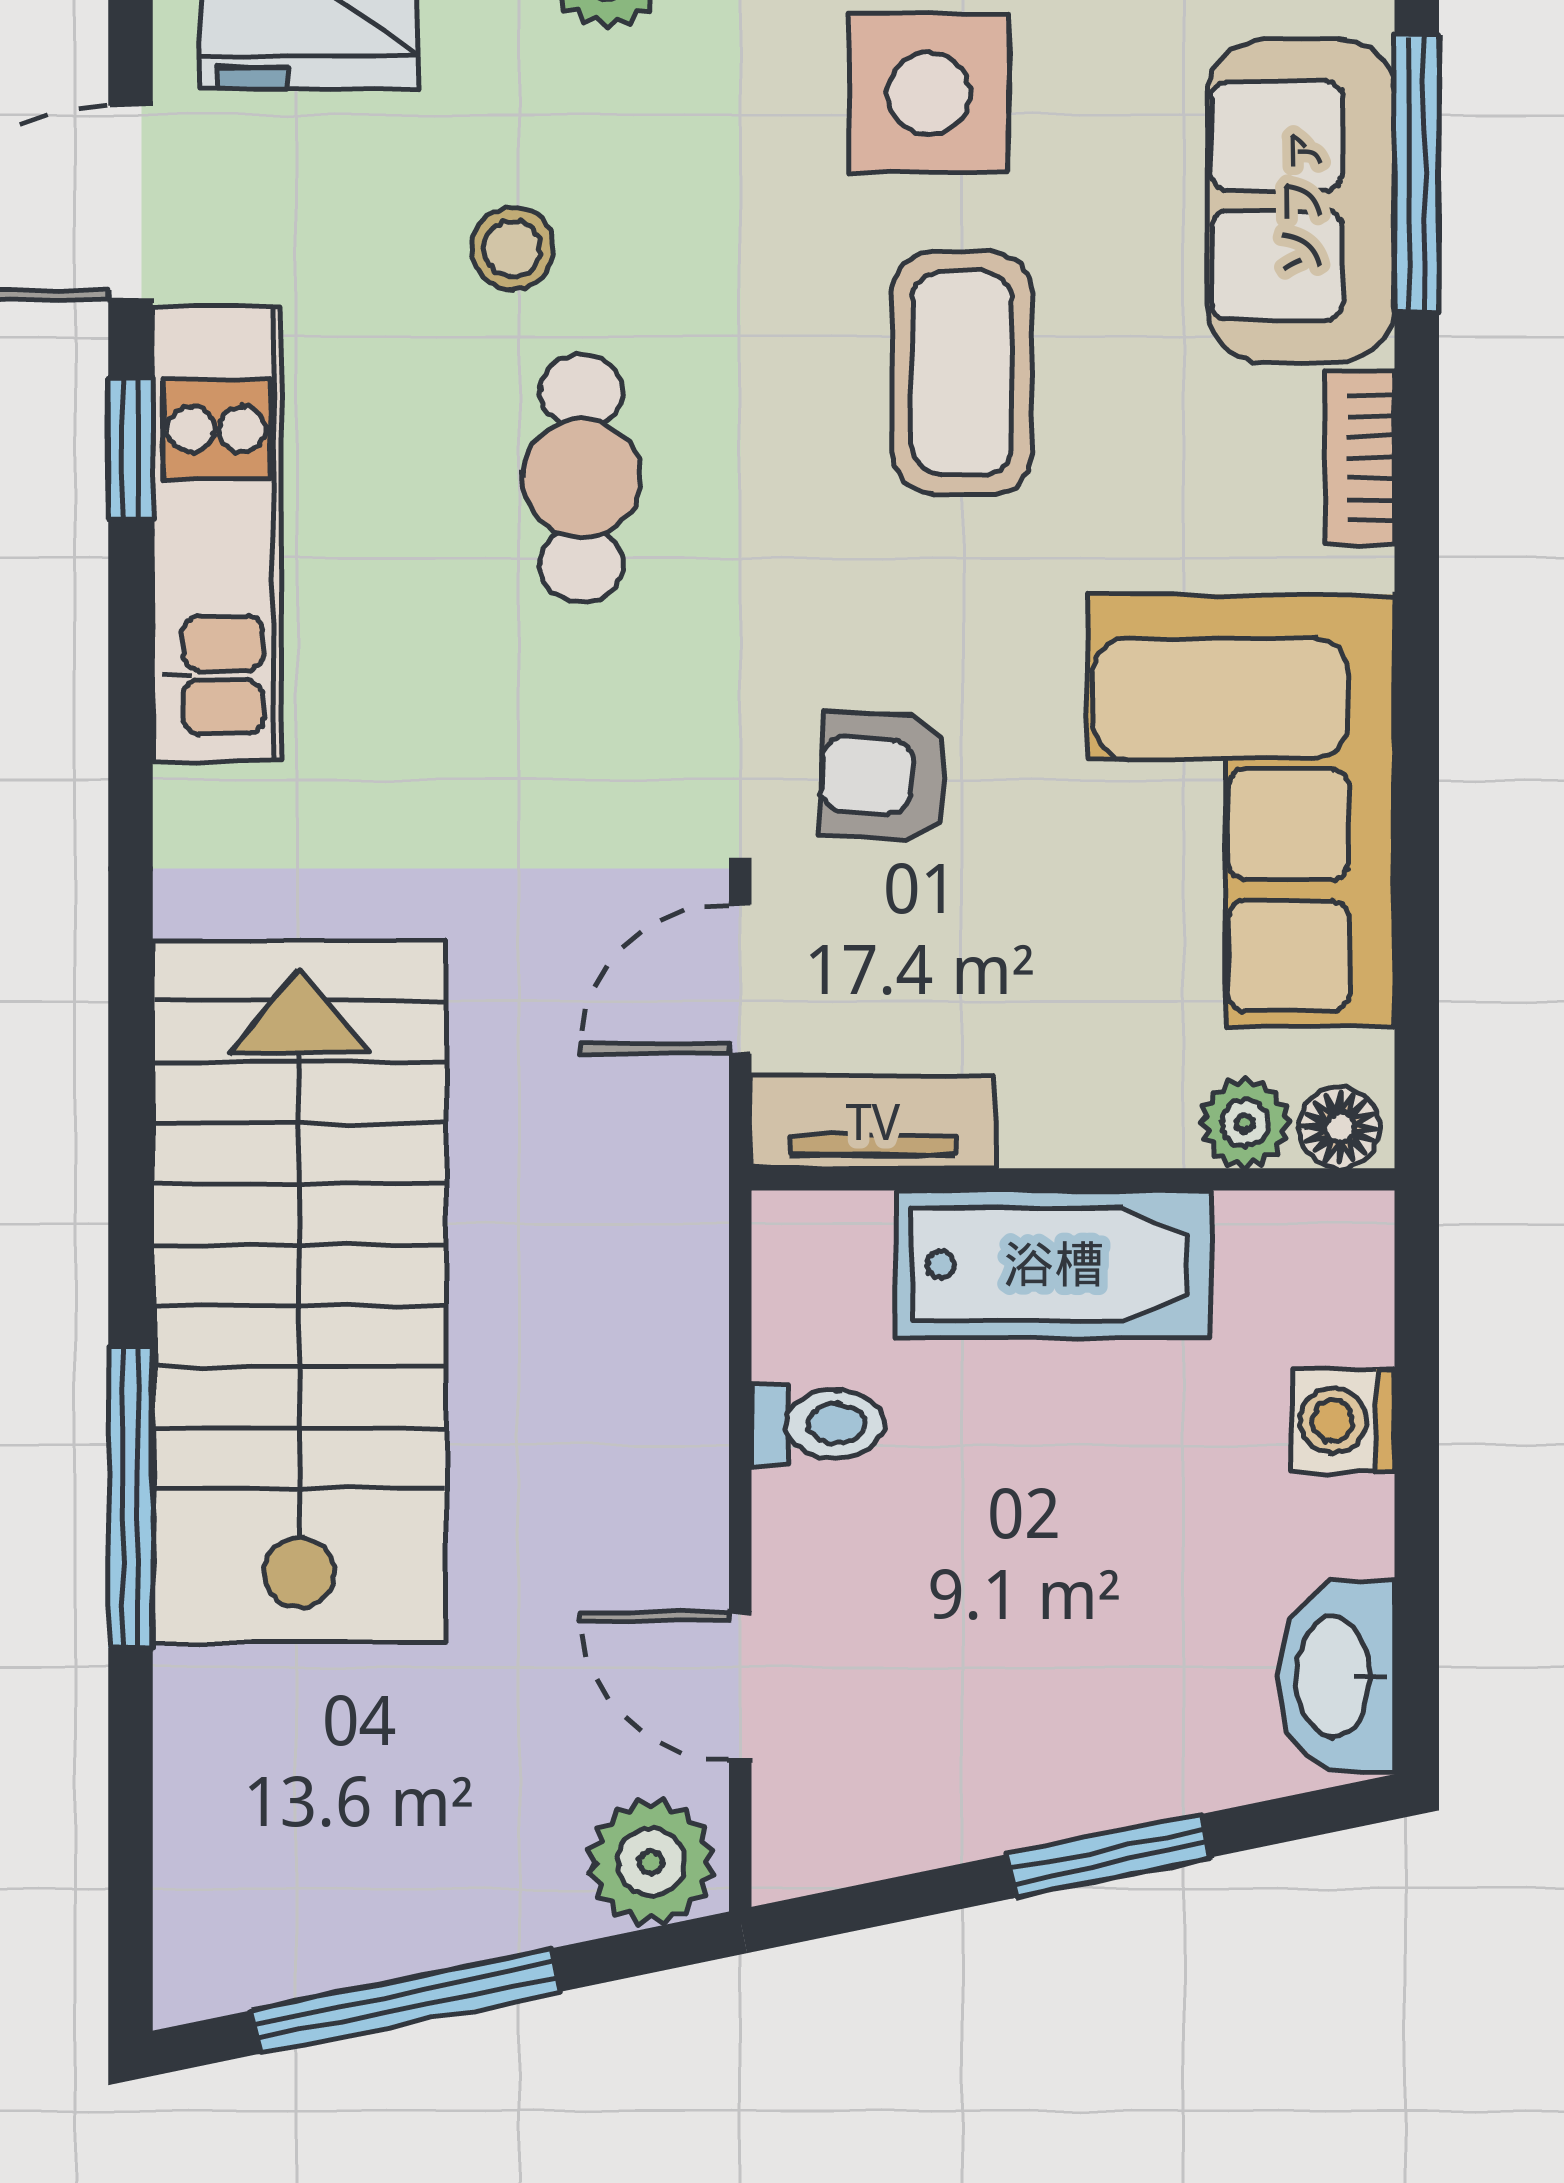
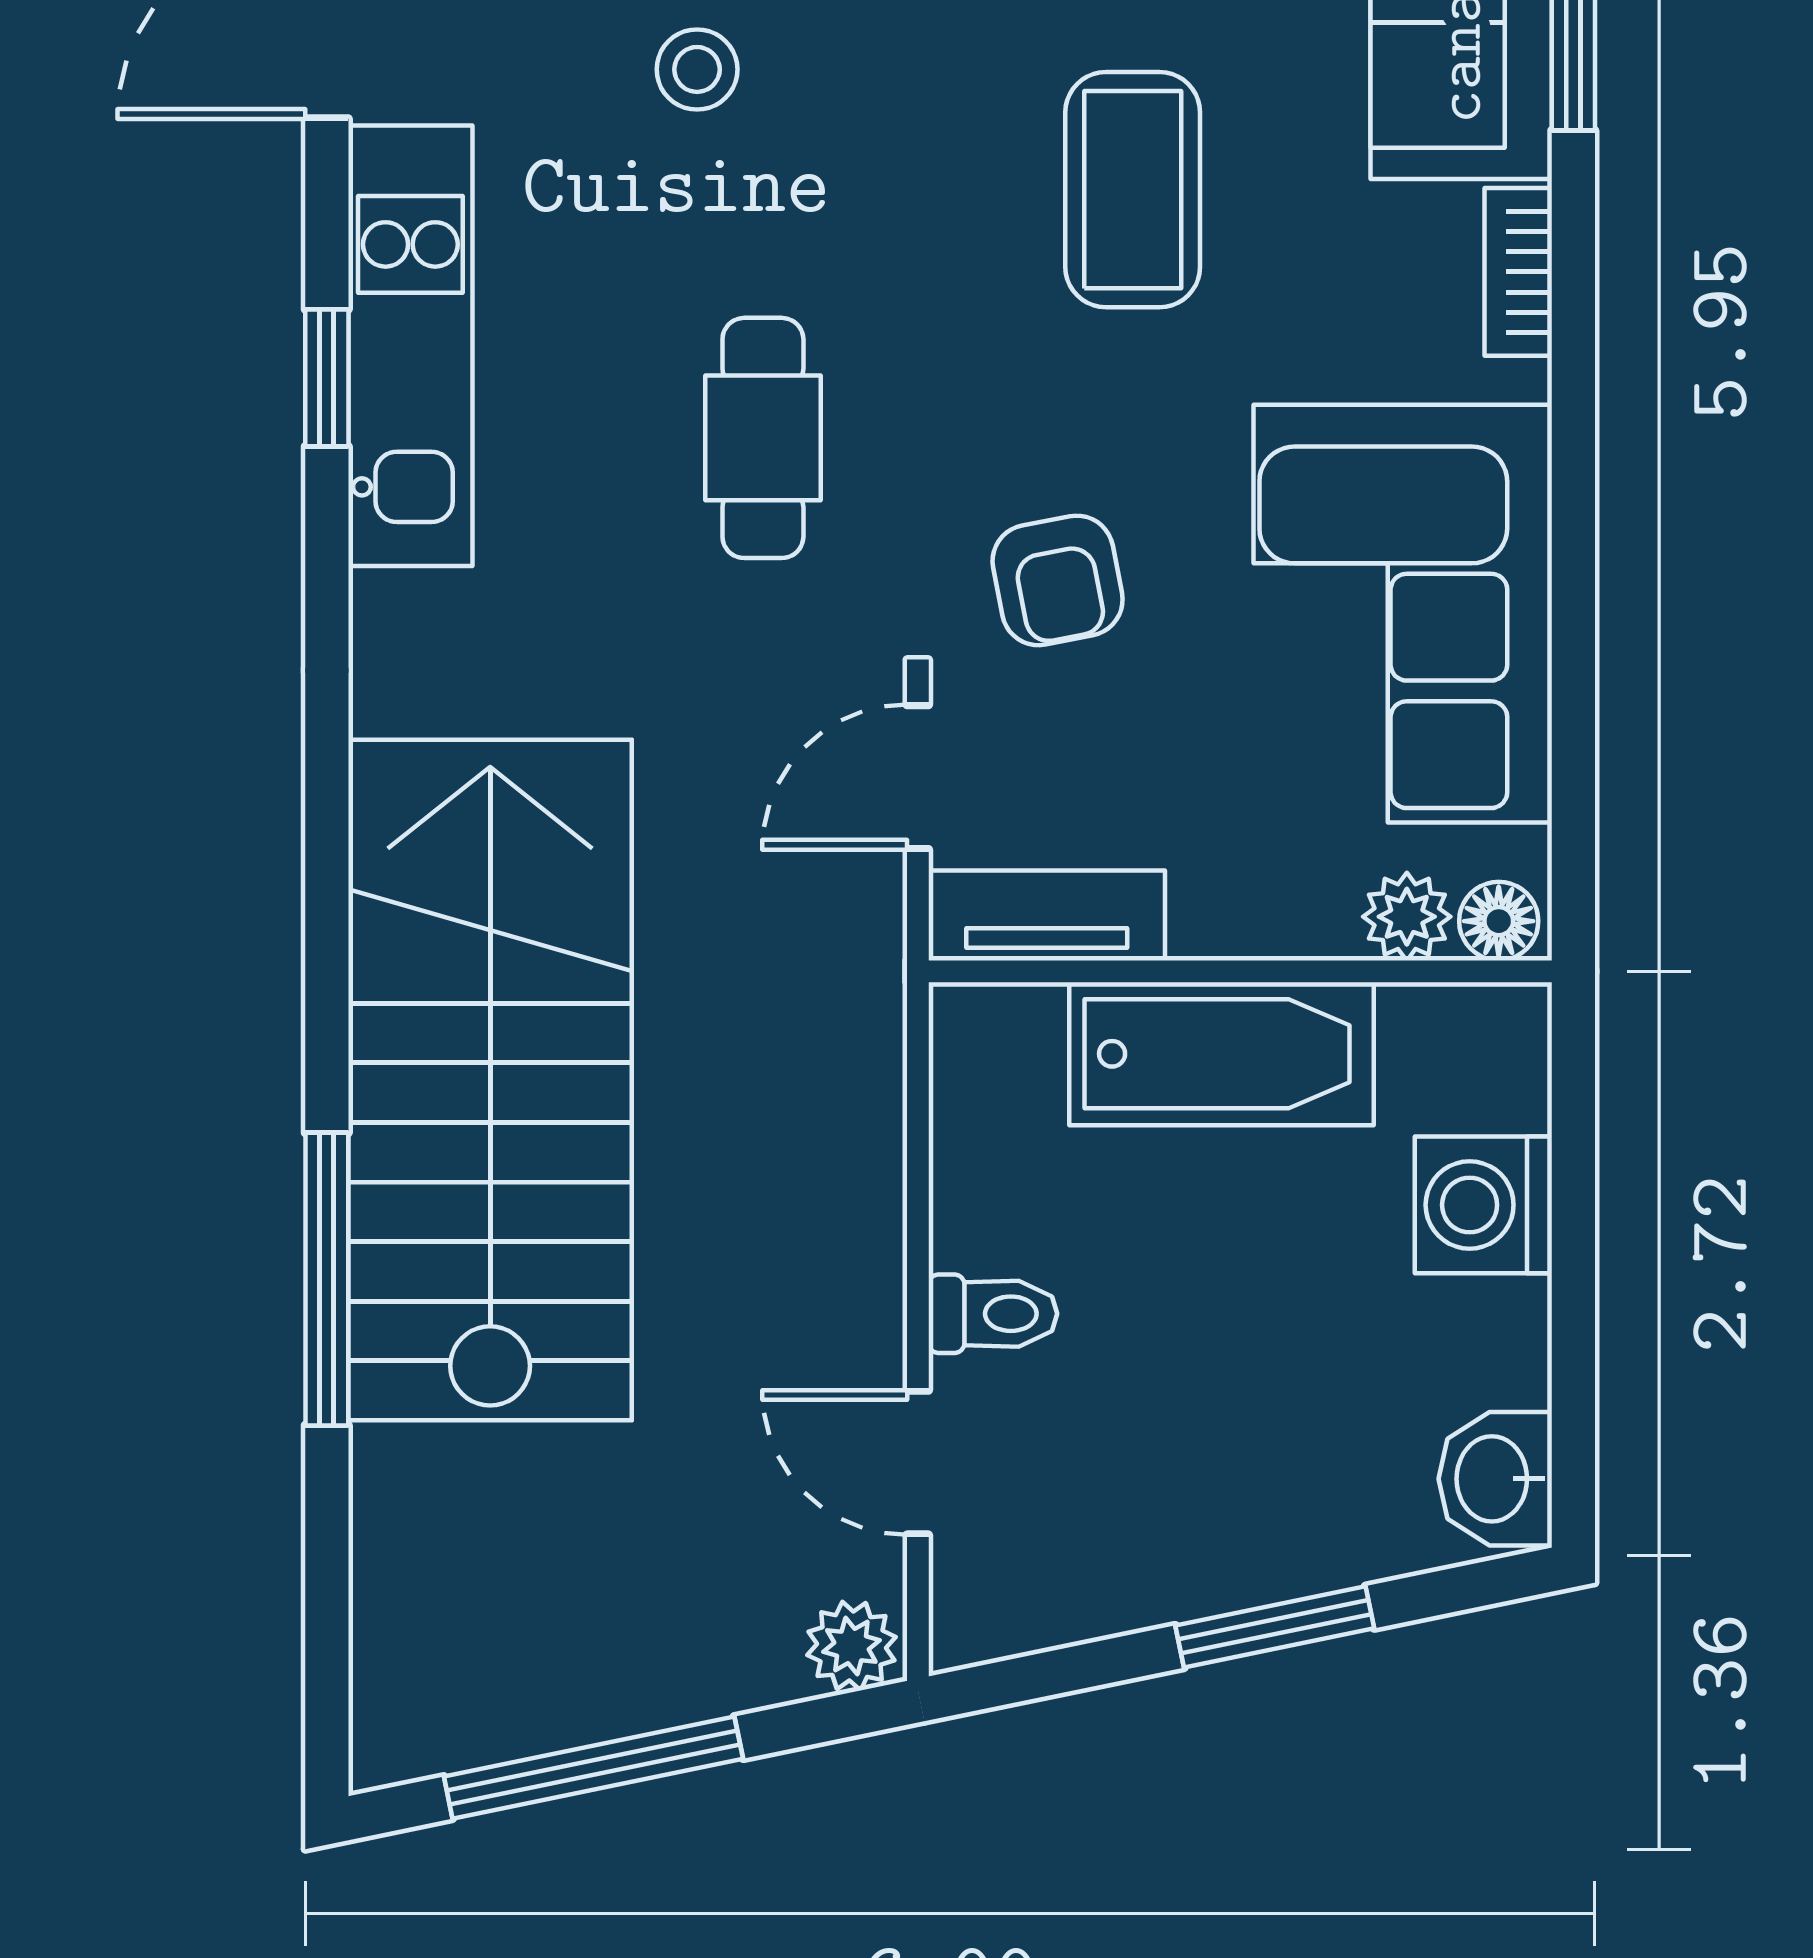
window: (130, 449) -> (327, 378), moved
cafe table: (581, 478) -> (763, 438), moved
armchair: (885, 776) -> (1058, 580), turned -104
washing machine: (1343, 1421) -> (1483, 1205), width x1.38, depth x1.38
toilet: (818, 1424) -> (993, 1314), moved
washbasin: (1336, 1677) -> (1495, 1479), width x0.72
plant: (651, 1862) -> (851, 1646), width x0.73, depth x0.73

